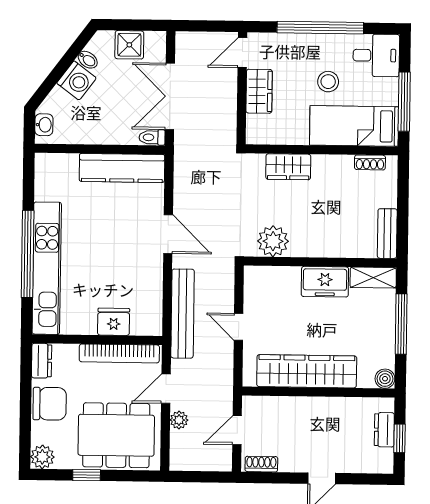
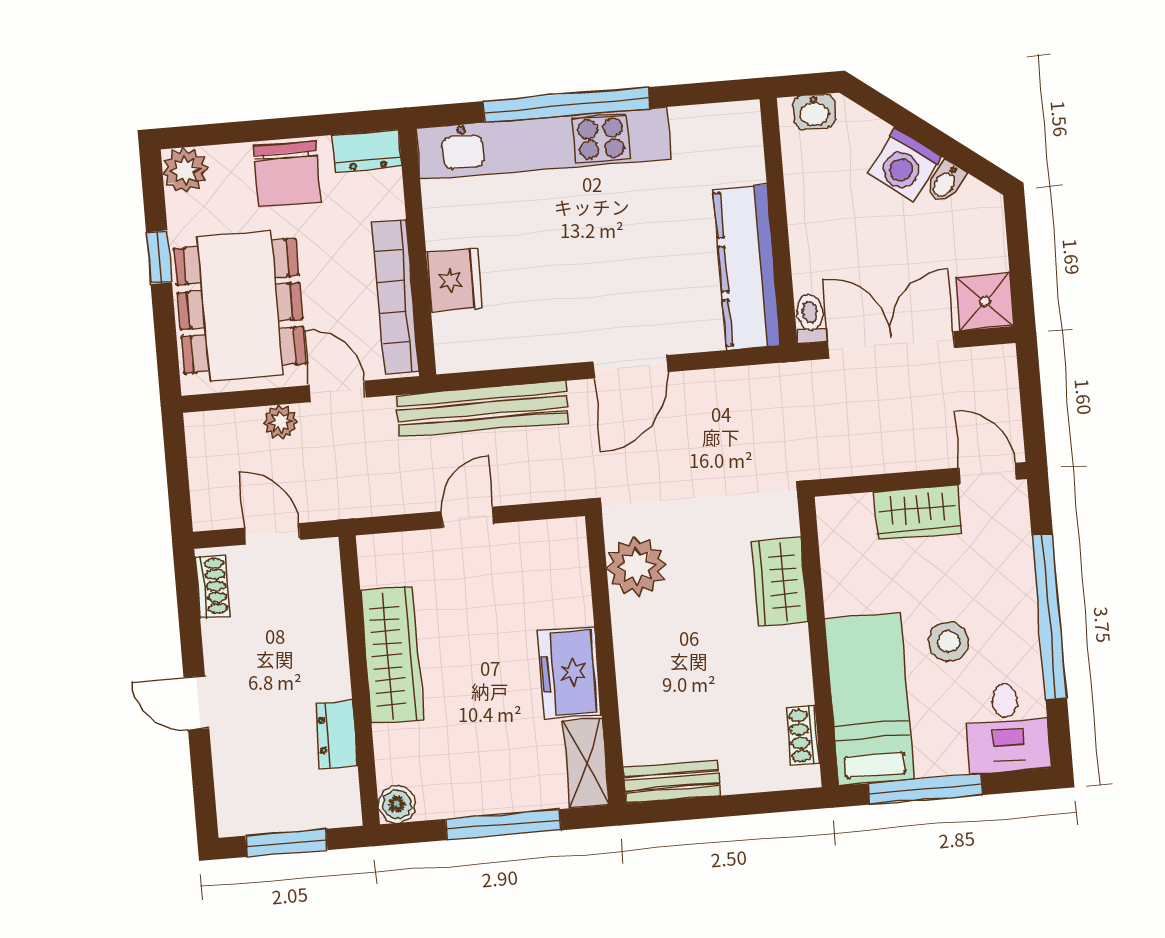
shower: (129, 45) -> (985, 301), moved
wardrobe: (307, 371) -> (392, 655), width x0.71, depth x0.85
dresser: (384, 430) -> (337, 734), moved, turned -90
window: (400, 438) -> (286, 843), width x1.50

